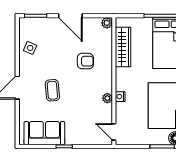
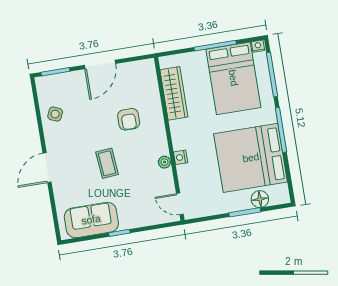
door: (70, 16) -> (100, 64), hinge flipped
plant: (107, 23) -> (148, 66), removed
armchair: (85, 61) -> (129, 119), turned 90
coffee table: (52, 90) -> (107, 163), moved

